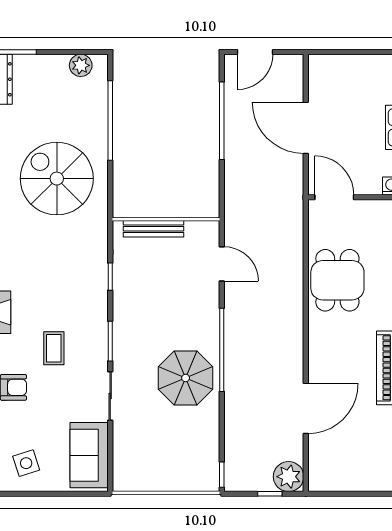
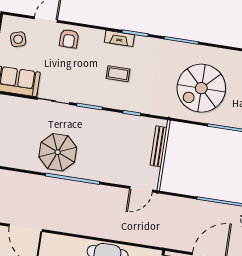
spiral stairs: (57, 179) -> (201, 88), turned 180
door: (222, 264) -> (141, 189), moved
coffee table: (54, 348) -> (118, 74), moved

